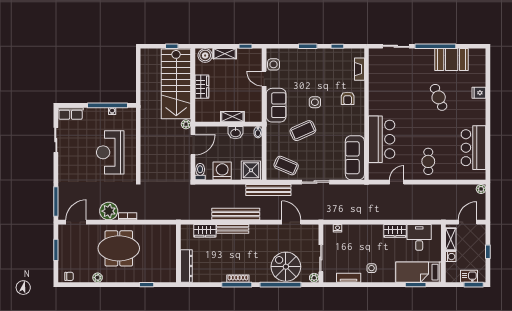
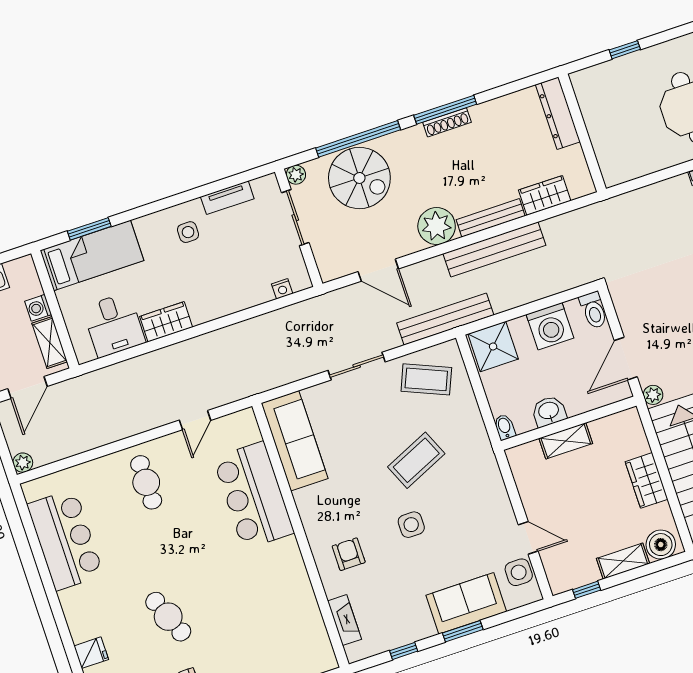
sofa: (276, 105) -> (466, 603), moved, turned 90
plant: (258, 233) -> (437, 226), added

